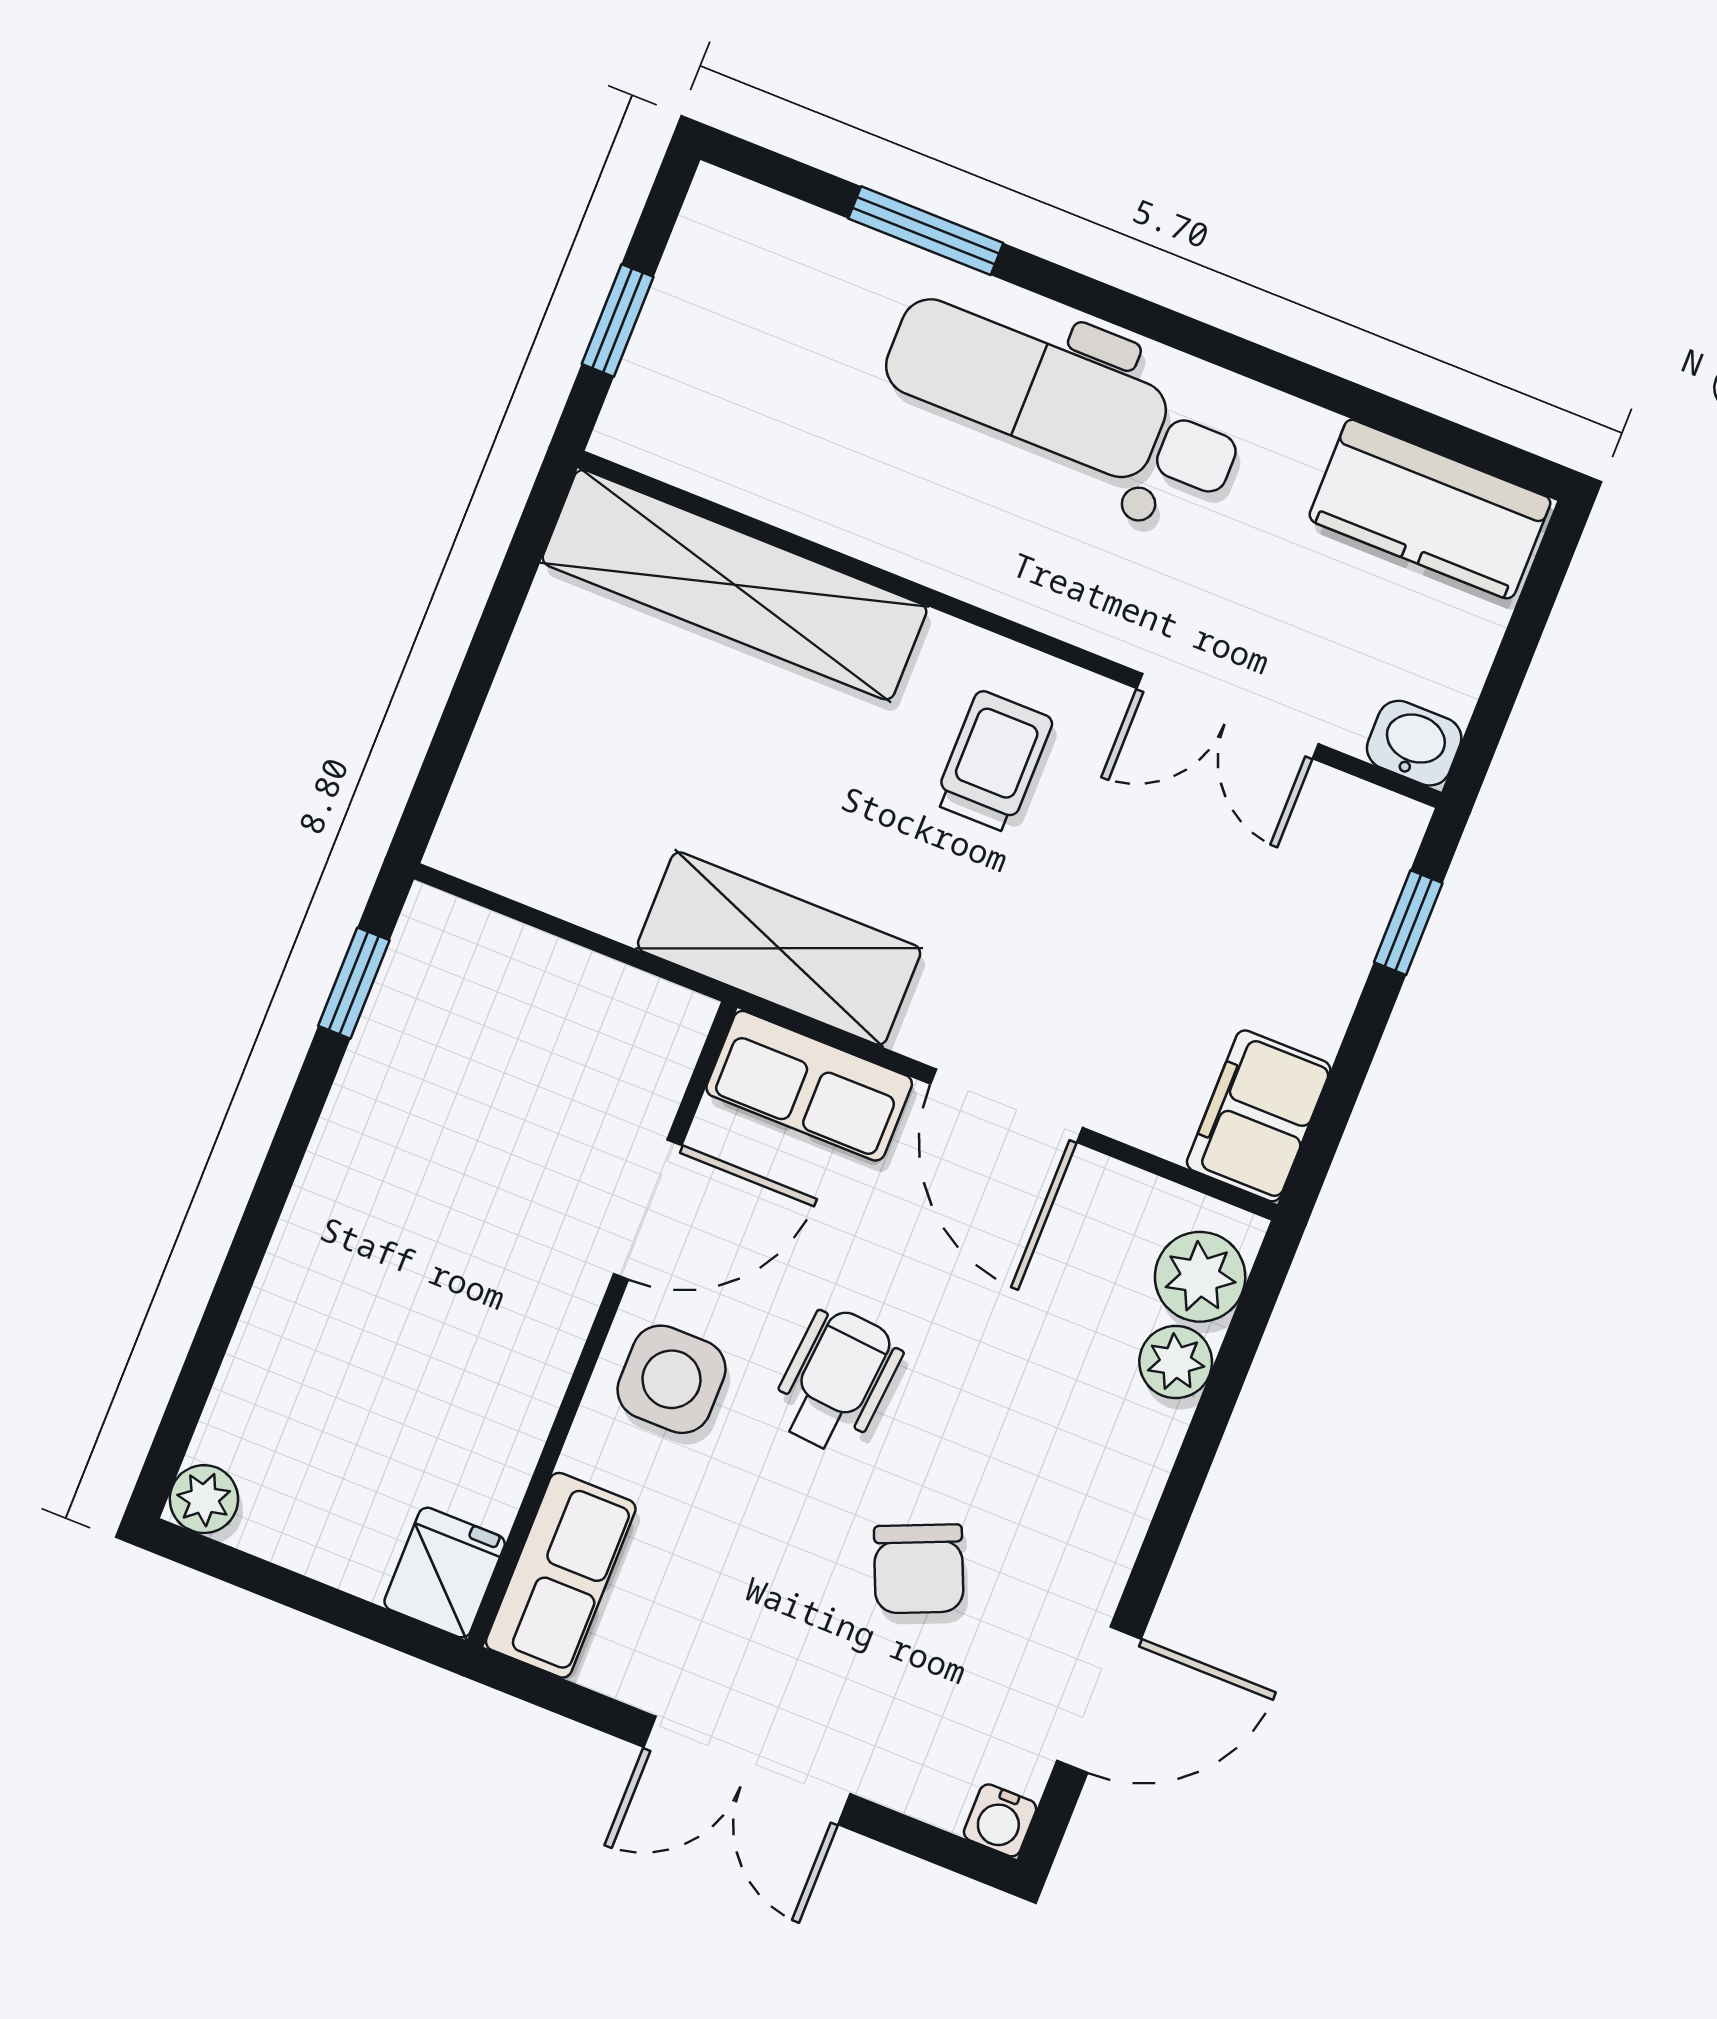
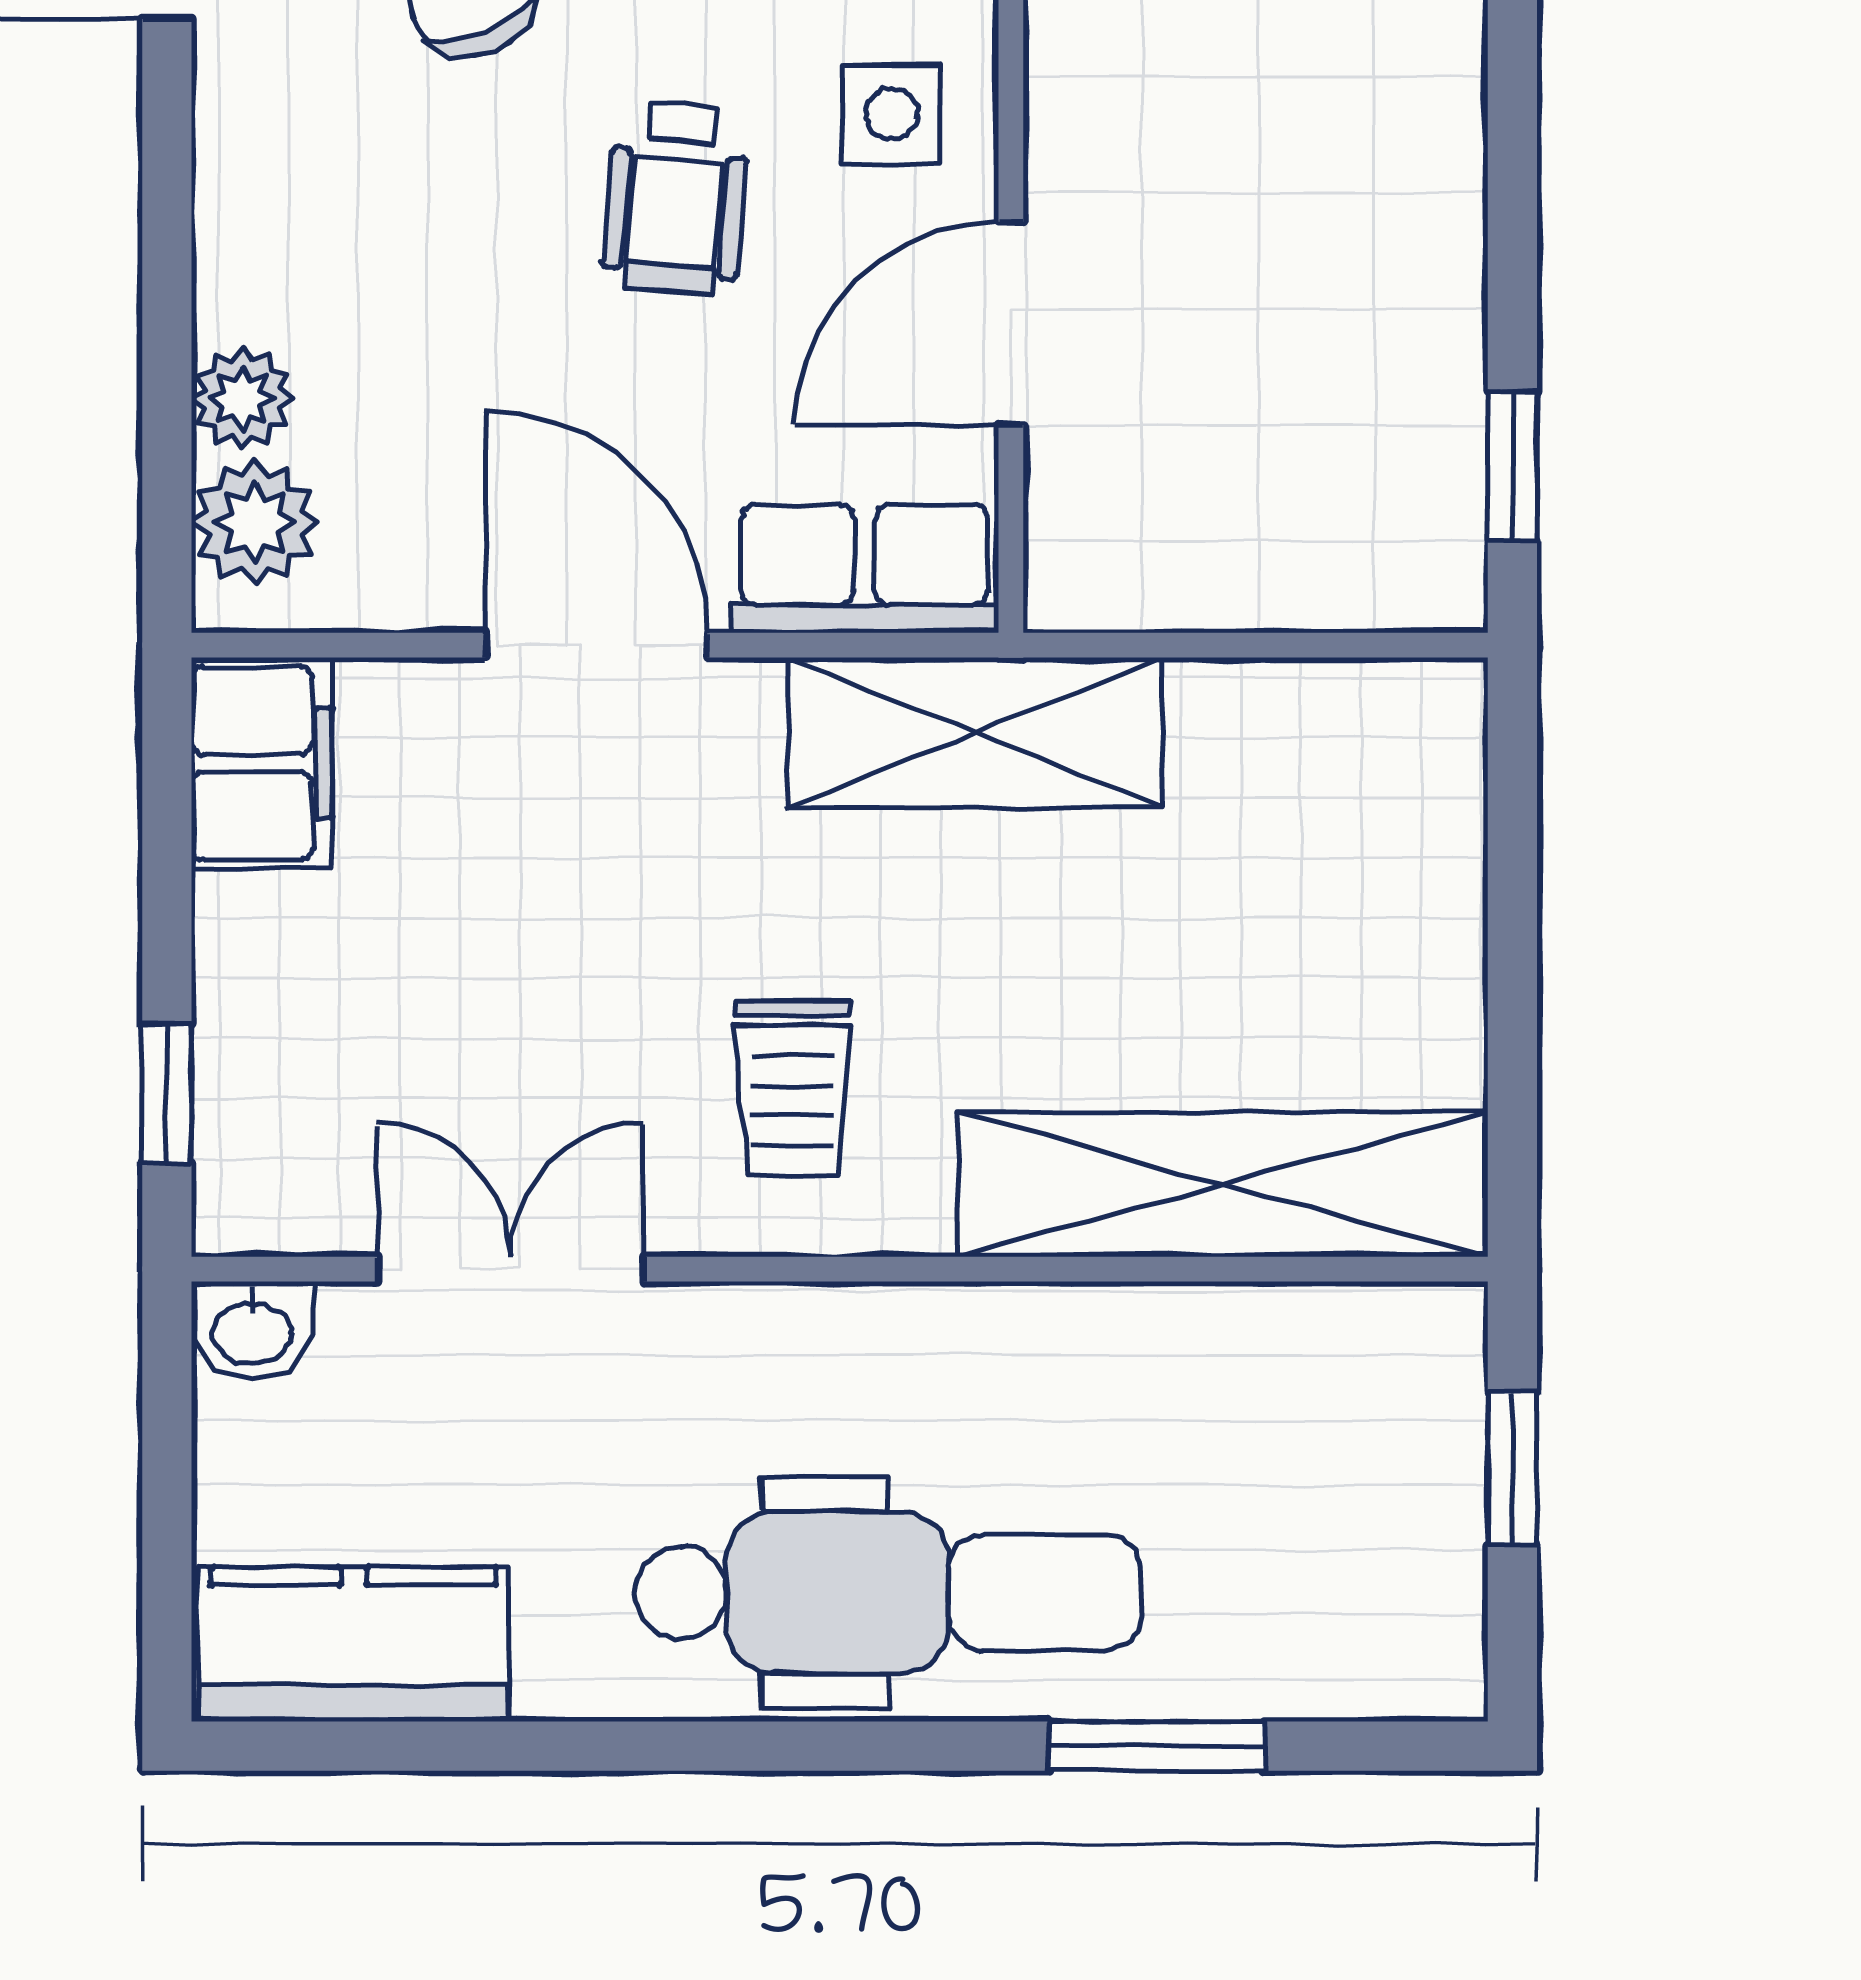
side table: (671, 1379) -> (892, 114), width x0.73, depth x0.73

